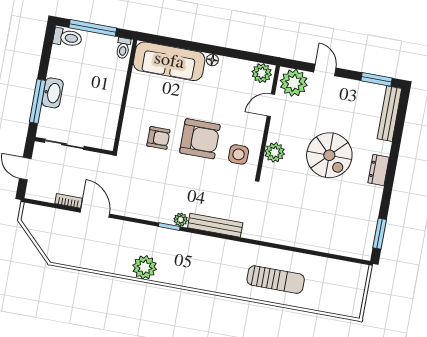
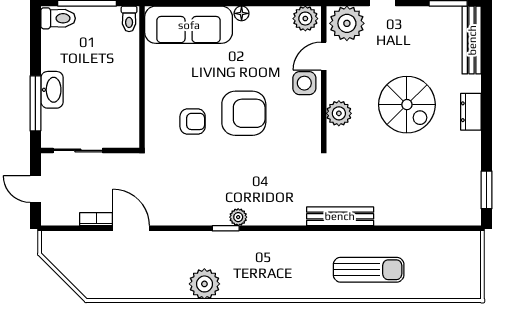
side table: (239, 154) -> (304, 83), moved
bench: (215, 225) -> (340, 216), moved

